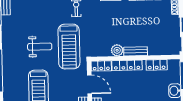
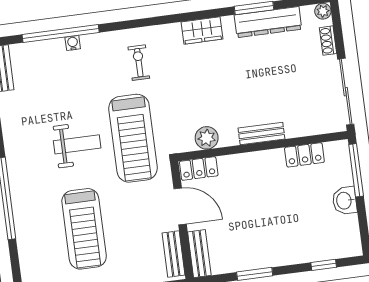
plant: (117, 50) -> (207, 138), moved
locker: (127, 65) -> (248, 162), removed

